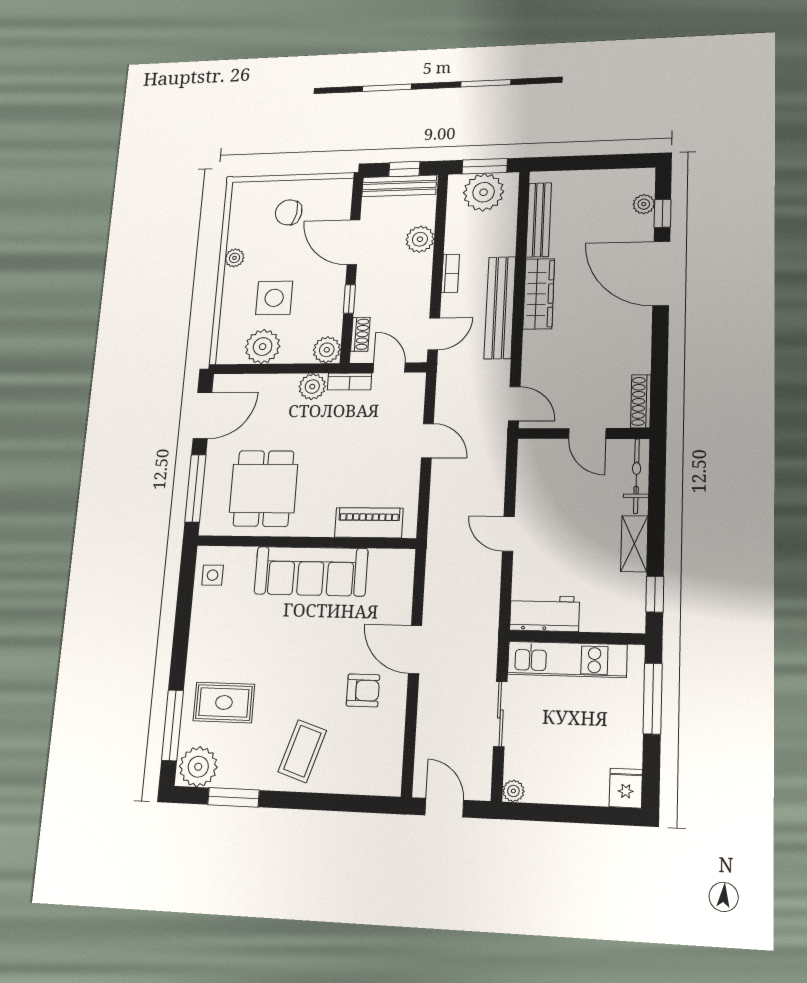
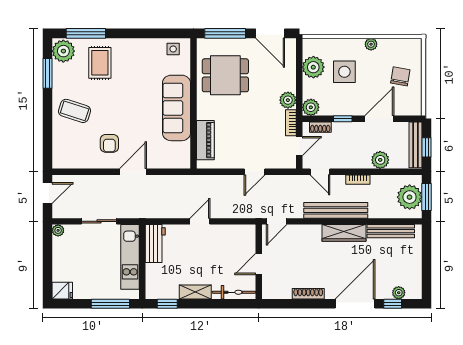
shoe rack: (641, 401) -> (308, 294), moved

